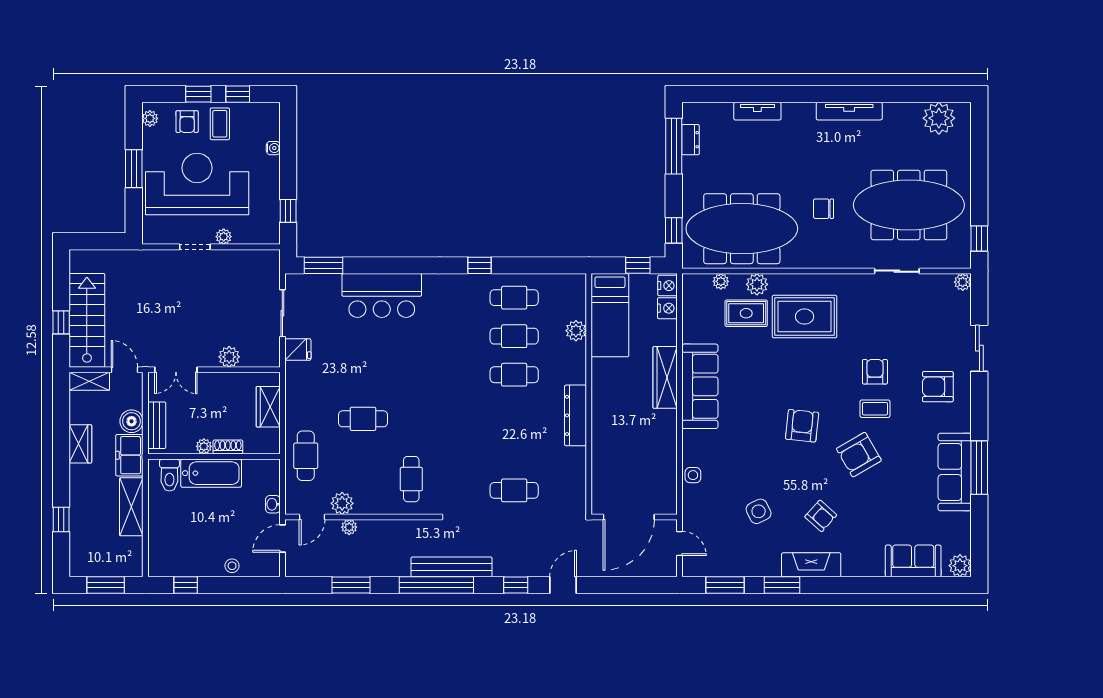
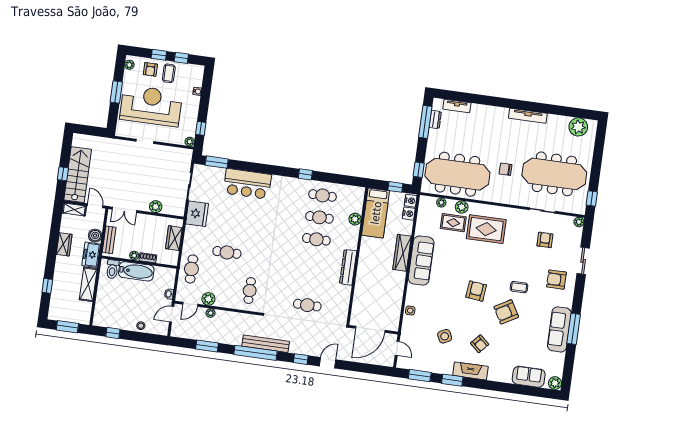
tv unit: (757, 111) -> (457, 106), moved
plant: (224, 237) -> (190, 142), moved
fridge: (298, 350) -> (197, 214), width x1.88, depth x1.34
armchair: (875, 372) -> (545, 240), moved

